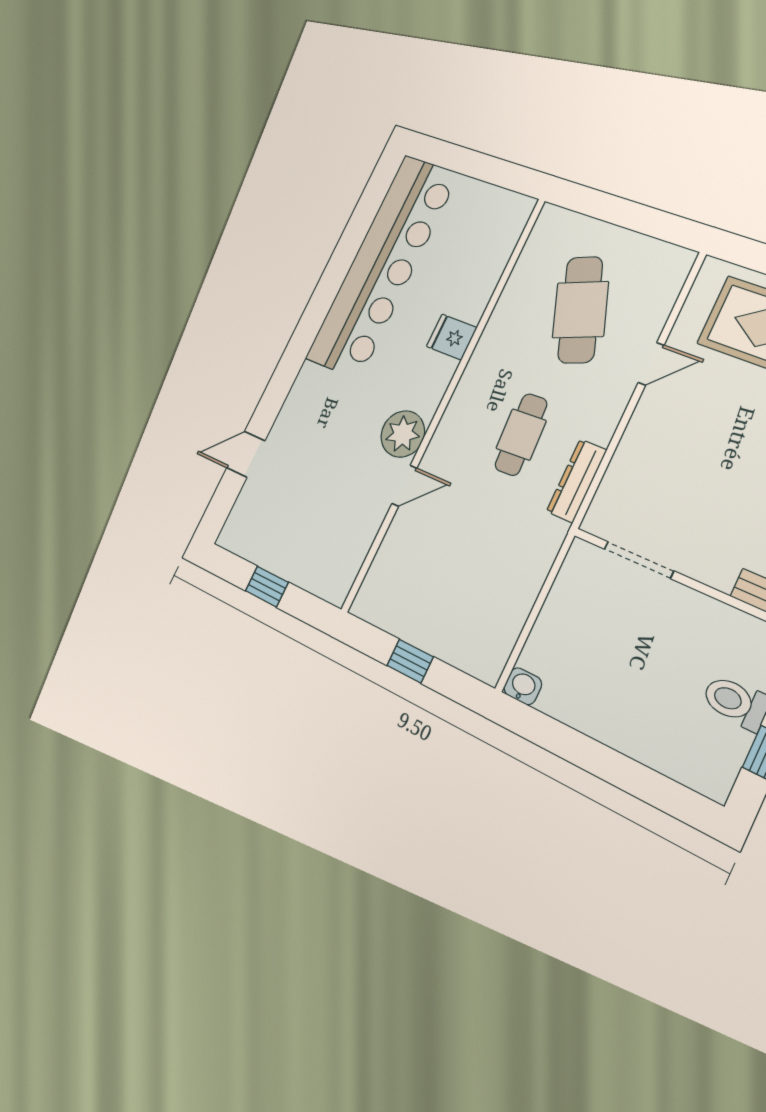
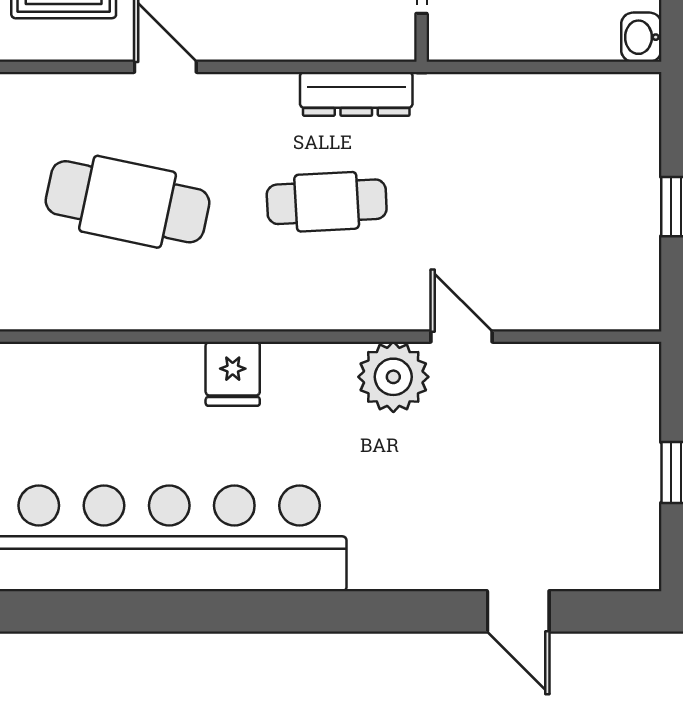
cafe table: (580, 310) -> (128, 202), turned 33

